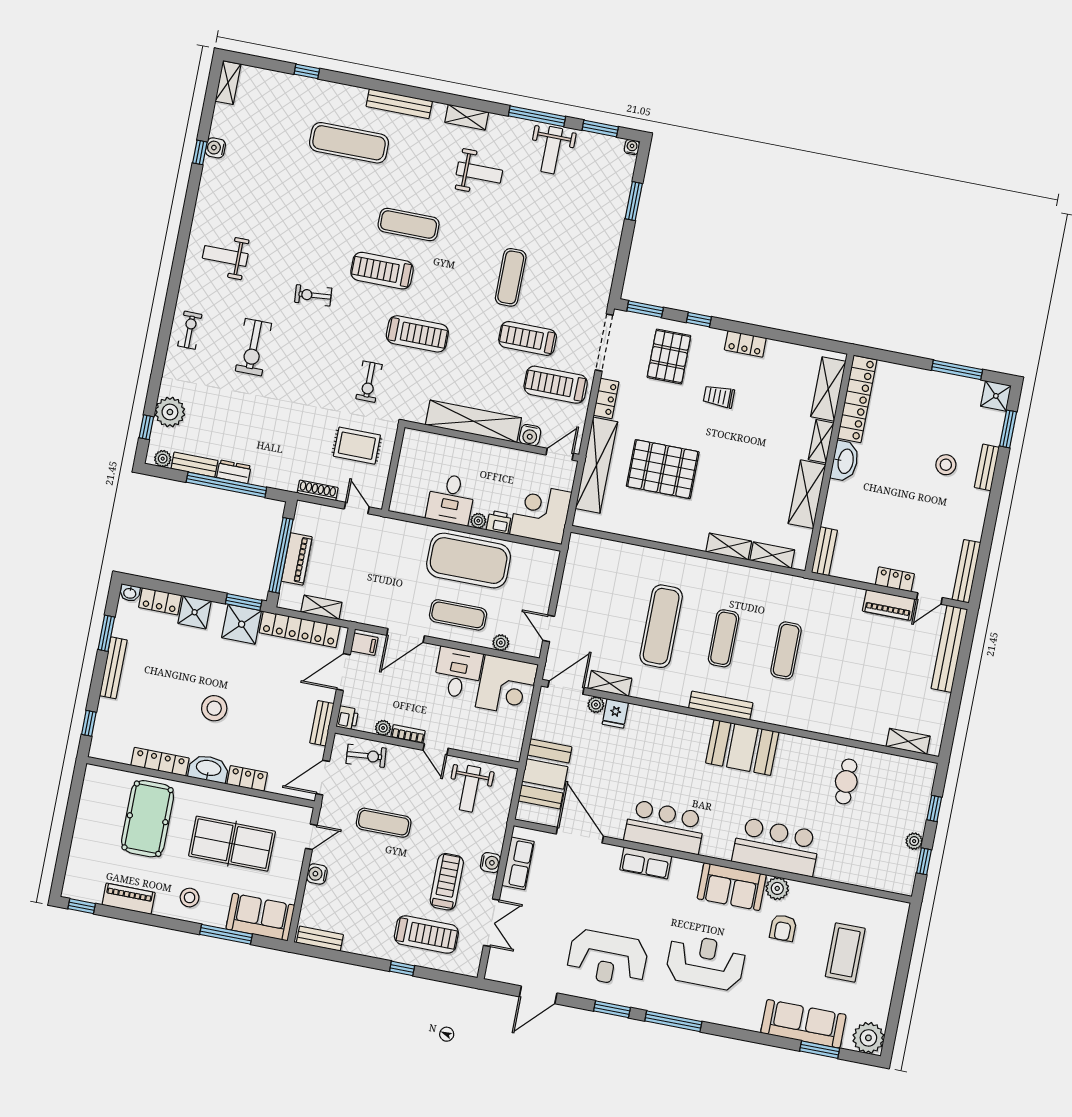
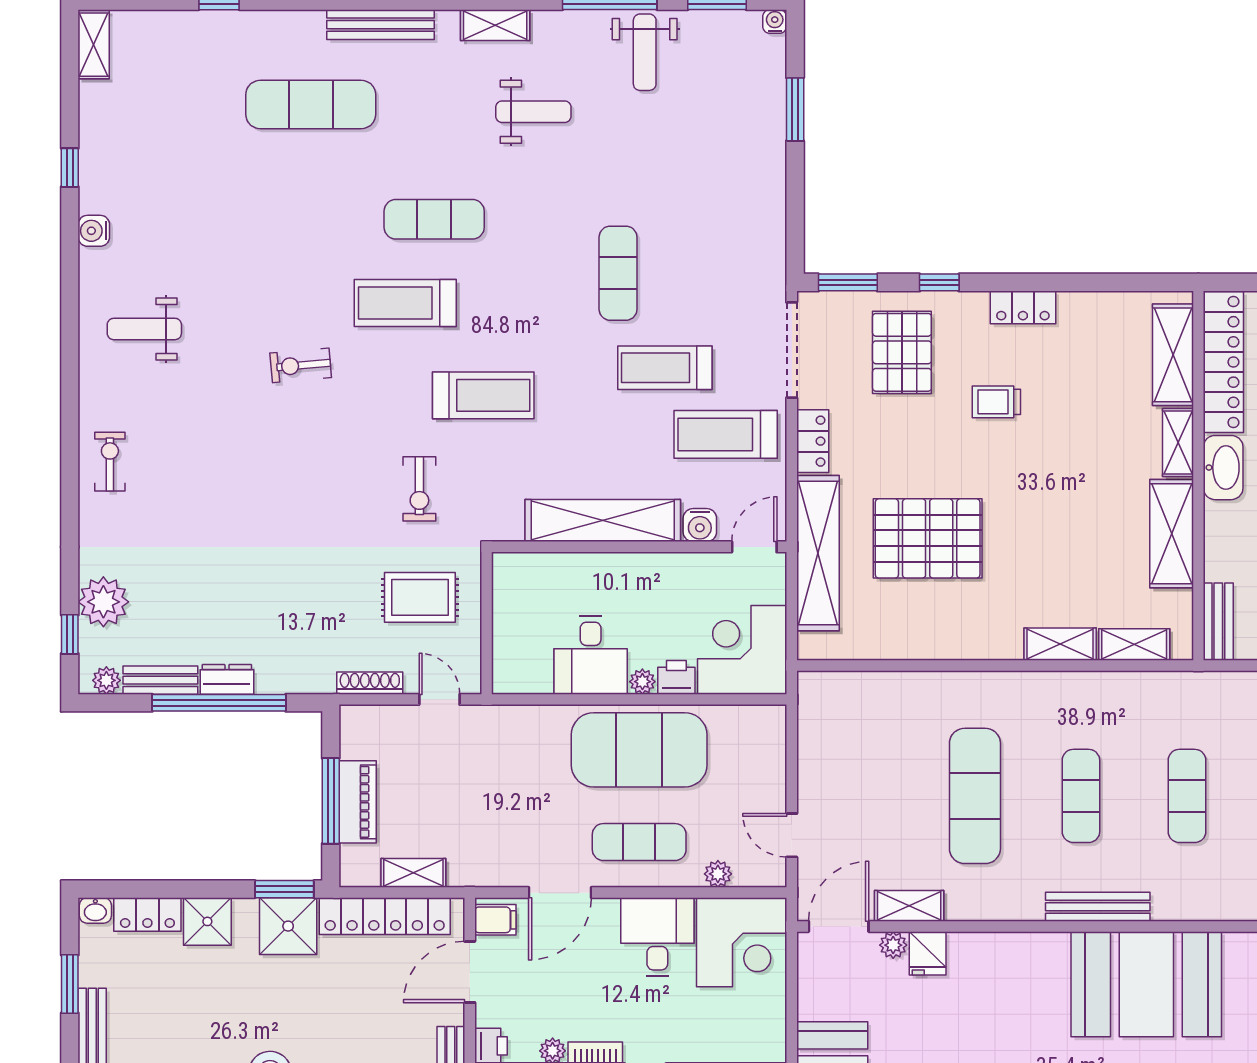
water cooler: (215, 148) -> (94, 231), moved
exercise bike: (253, 347) -> (219, 469), removed
window: (281, 555) -> (331, 801), width x0.68
booth: (742, 747) -> (1146, 984), width x1.36, depth x1.42

